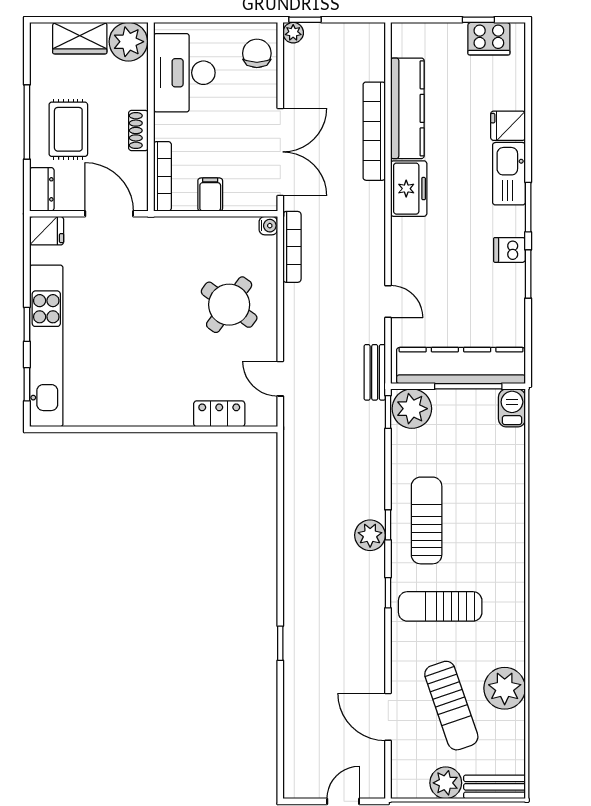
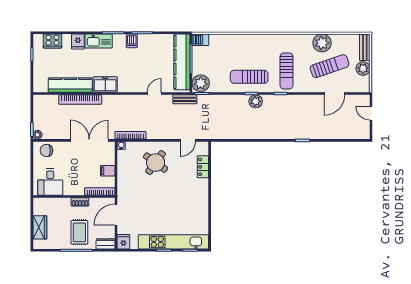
cooker: (489, 39) -> (52, 41), moved, turned 90
plant: (128, 42) -> (41, 206), removed
desk: (184, 73) -> (50, 182), width x0.73
rug: (68, 129) -> (79, 232), turned 90

